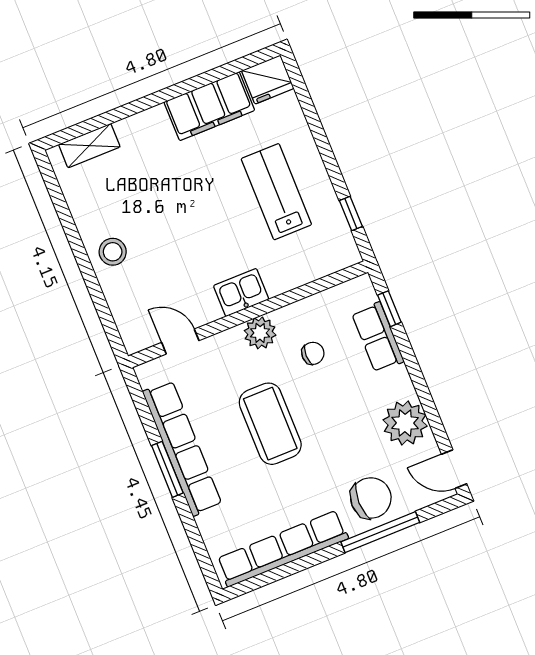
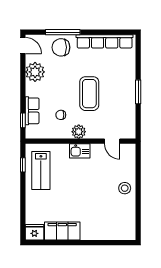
shelving: (89, 146) -> (117, 235), removed
lab bench: (276, 192) -> (41, 170), moved
row of seats: (182, 448) -> (129, 98), removed

